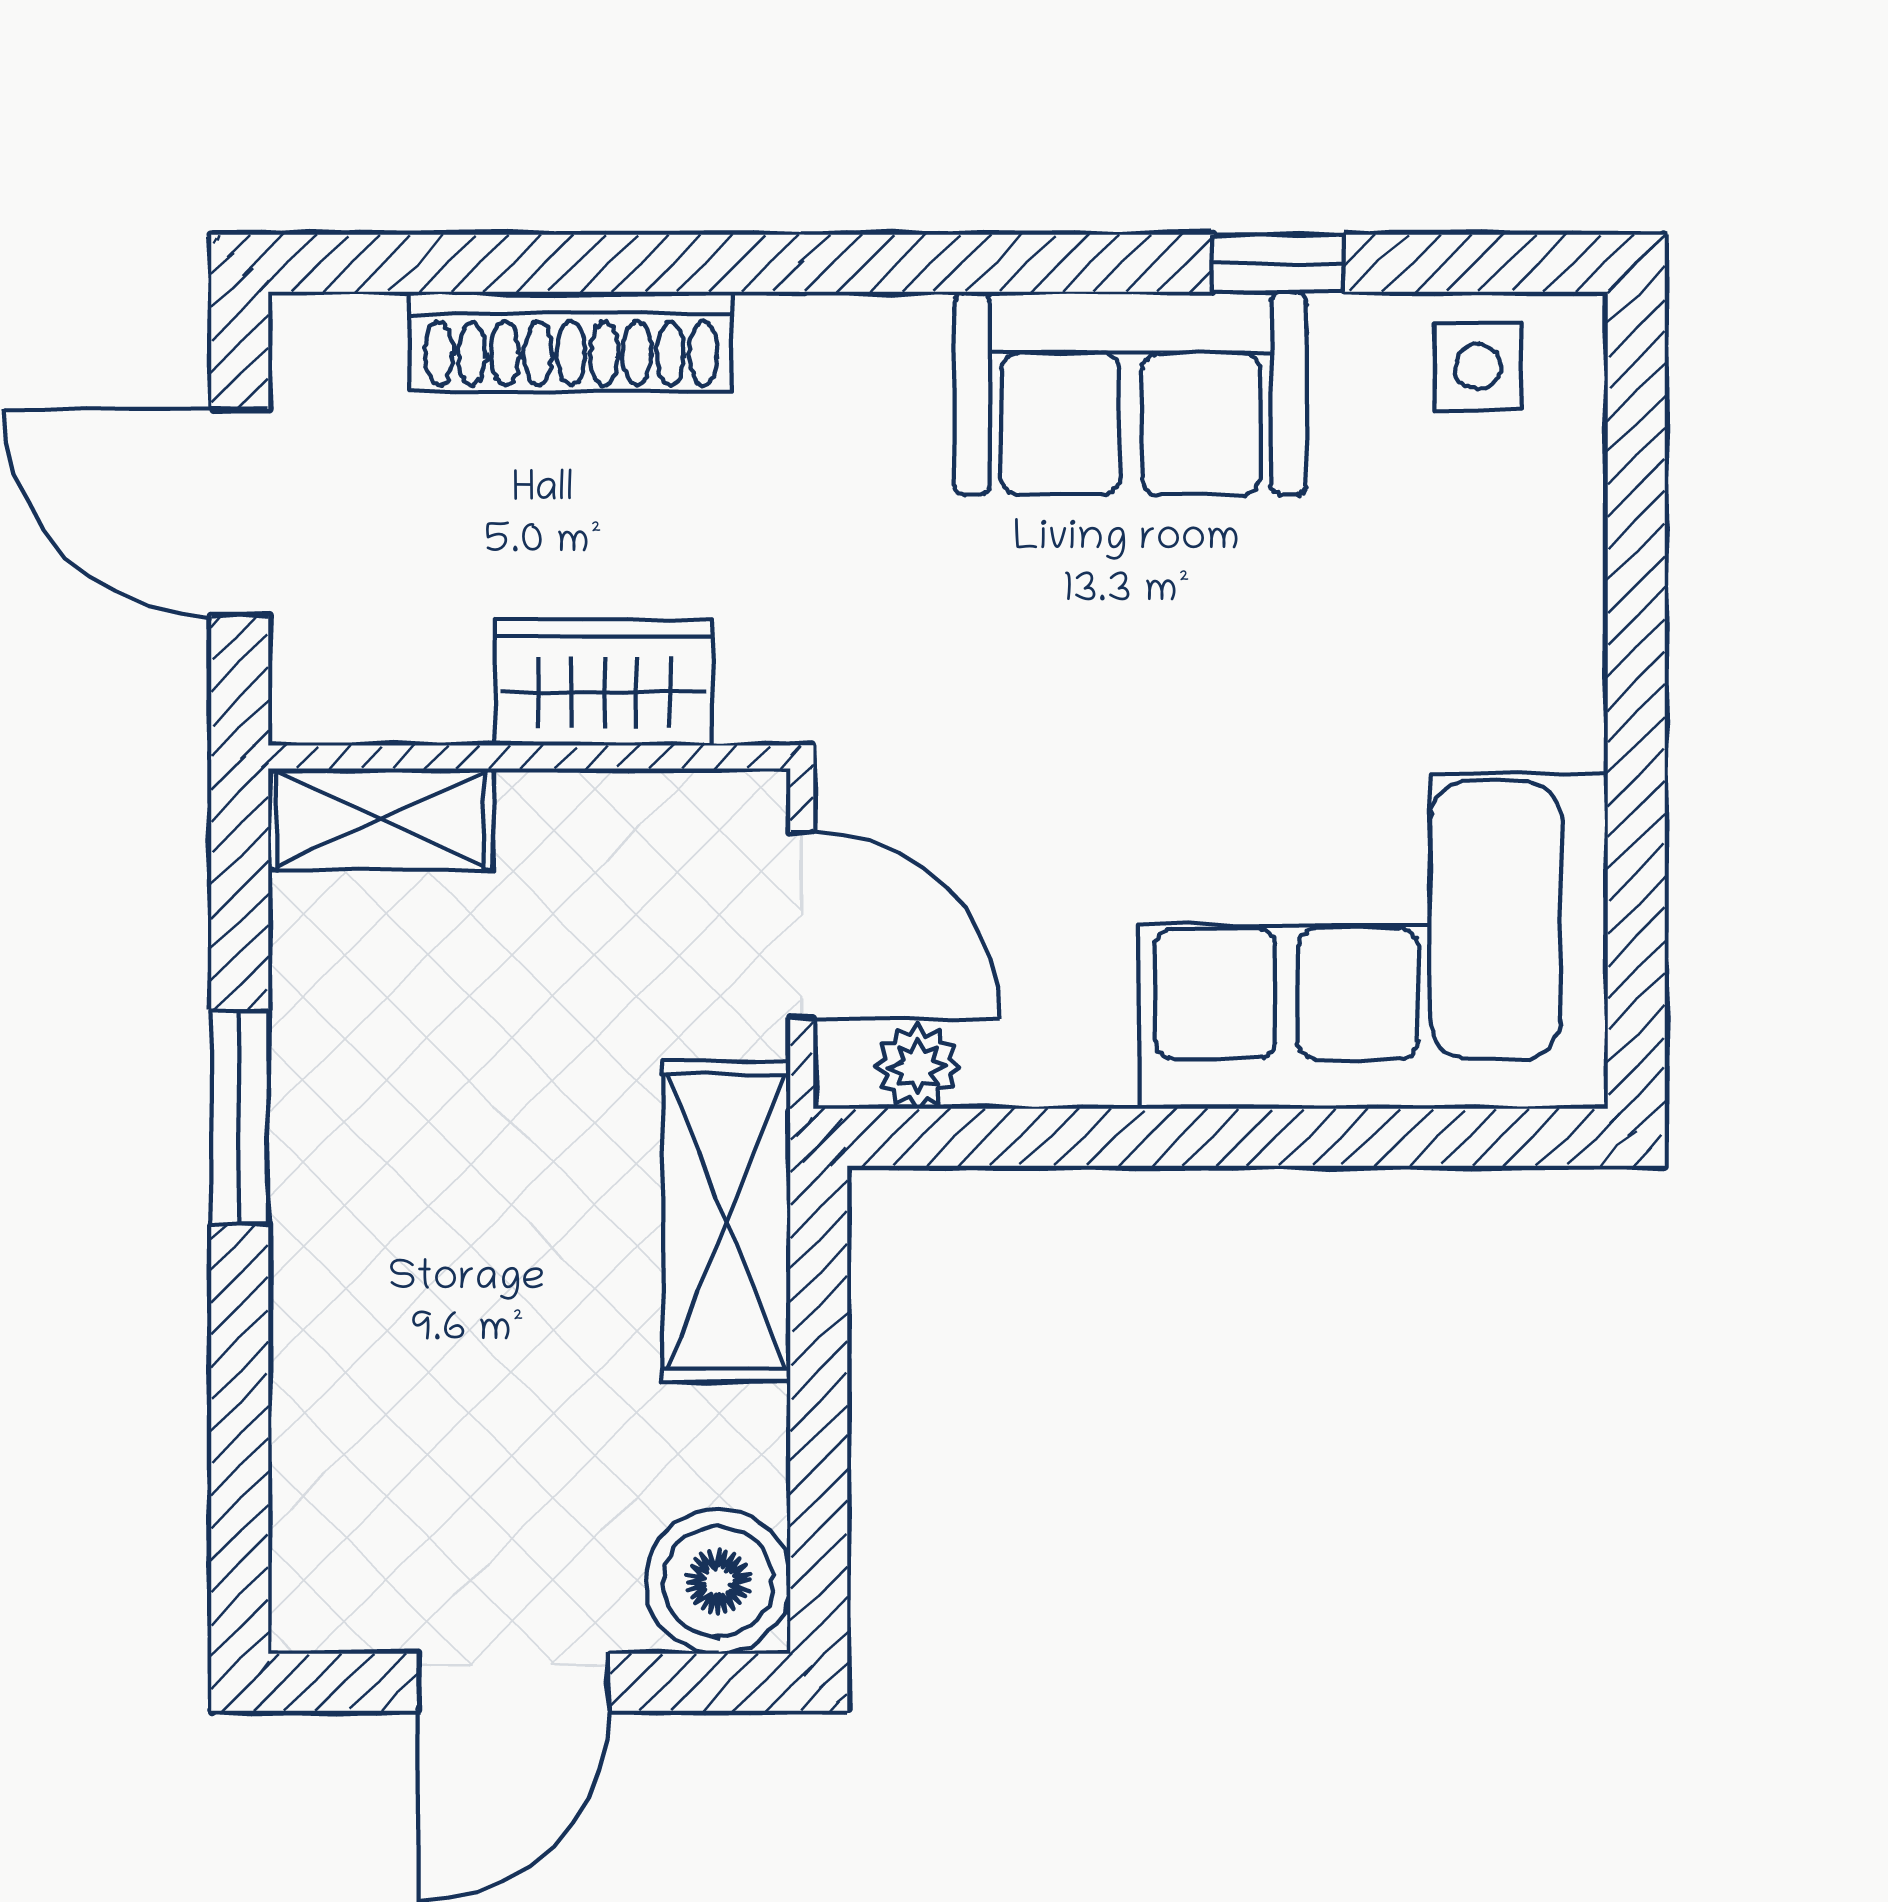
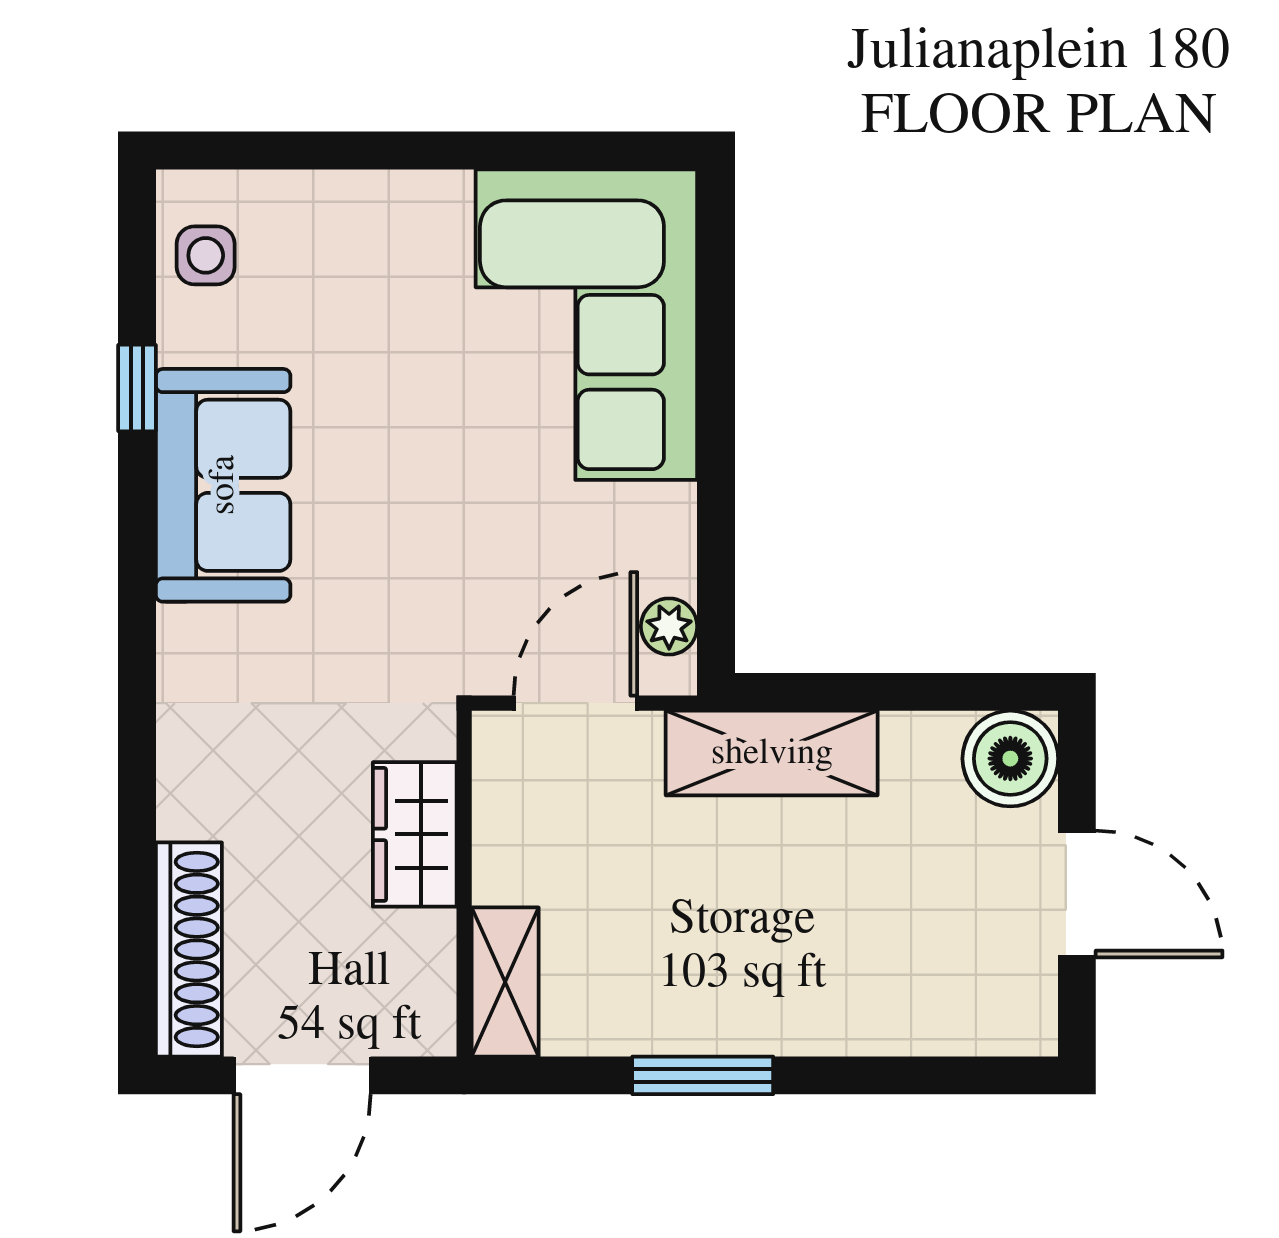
shoe rack: (571, 342) -> (189, 949), moved

